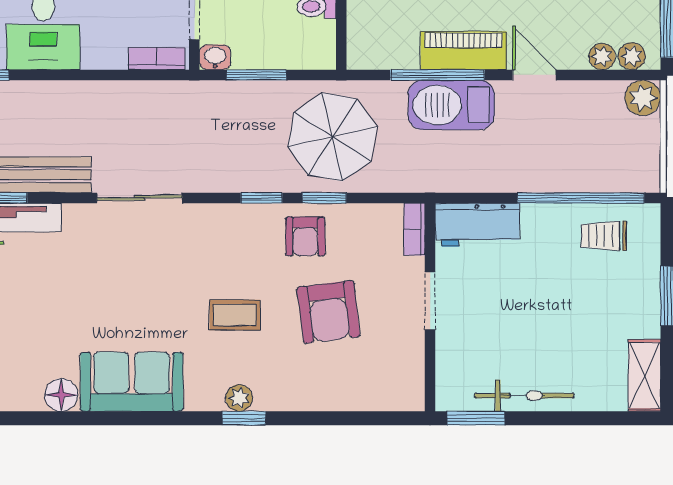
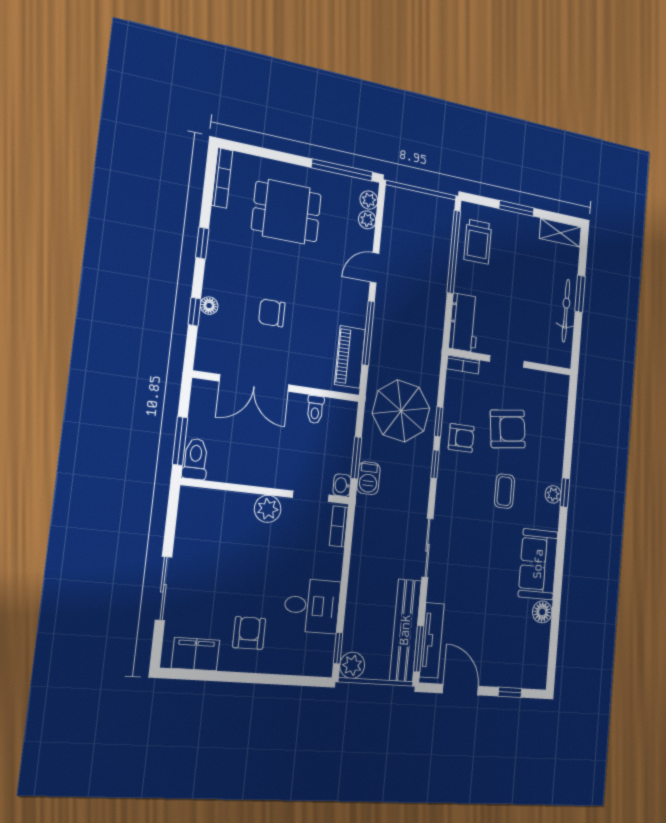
piano: (463, 51) -> (350, 357), moved
plant: (643, 98) -> (396, 198), removed
barbecue: (451, 105) -> (368, 478), moved, width x0.53, depth x0.65
trolley: (604, 236) -> (478, 242), width x1.36, depth x1.39
window: (476, 418) -> (580, 294), moved

